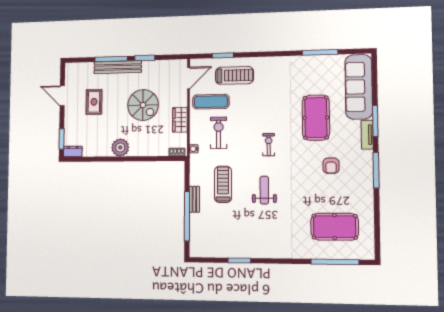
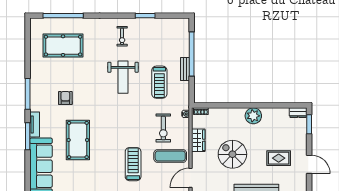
treadmill: (234, 75) -> (133, 164), moved, turned 90
rug: (94, 102) -> (279, 158), turned 90
exercise bike: (269, 145) -> (122, 36), moved
weight bench: (264, 190) -> (123, 77), width x1.36, depth x1.33

